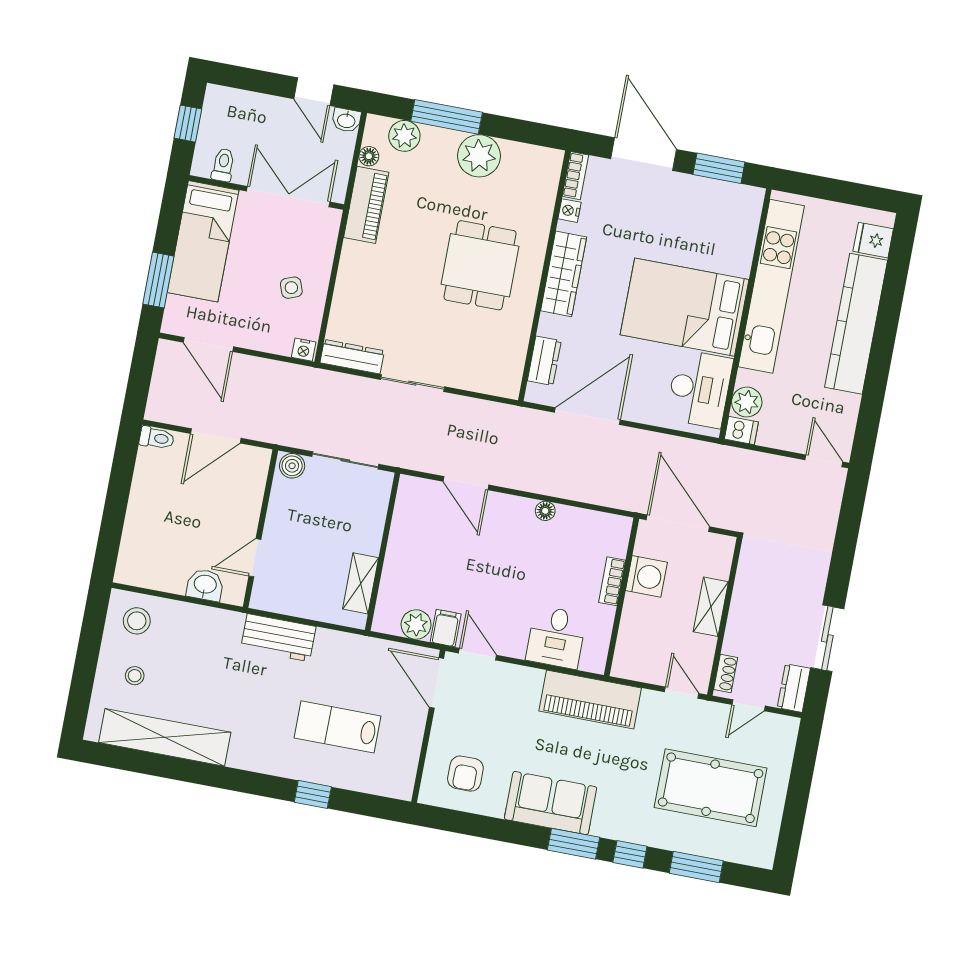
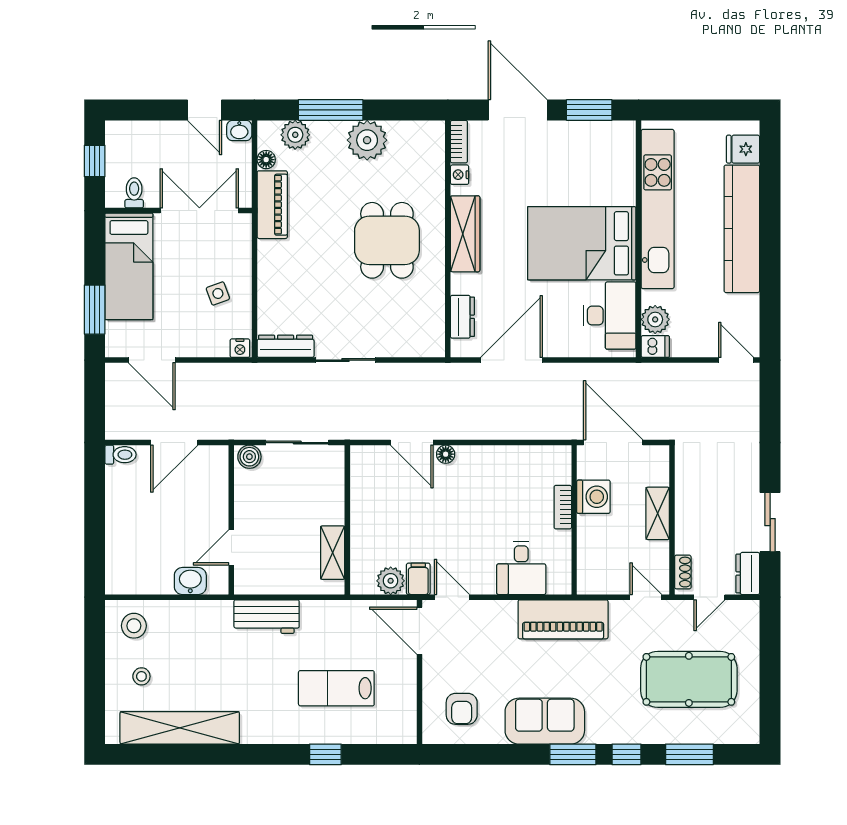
floor lamp: (545, 511) -> (446, 454), moved

